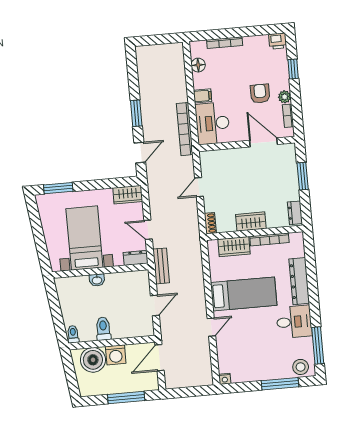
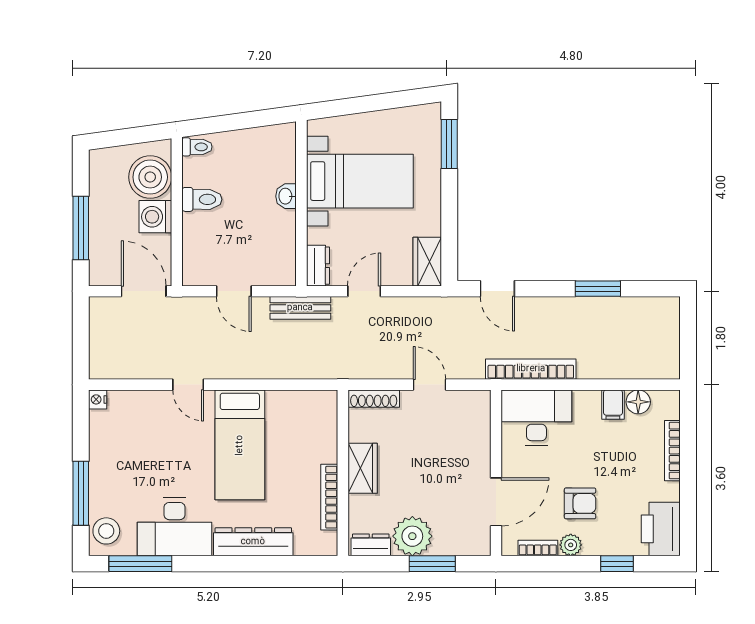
printer: (278, 41) -> (661, 529), width x1.87, depth x1.48
filing cabinet: (203, 96) -> (613, 405), moved
window: (136, 113) -> (598, 289), moved
plant: (288, 189) -> (412, 536), added
shoe rack: (210, 223) -> (374, 399), width x1.43
wardrobe: (234, 247) -> (322, 436), removed
desk: (294, 322) -> (175, 527), width x1.37

